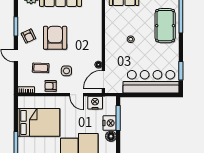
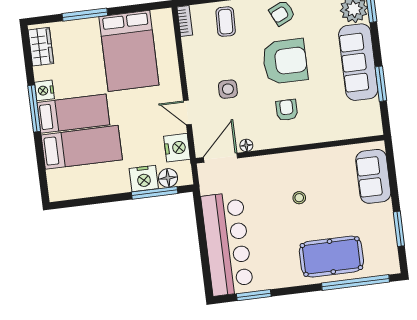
coffee table: (41, 68) -> (226, 22), moved
door: (103, 80) -> (220, 158), hinge flipped
armchair: (51, 86) -> (287, 110), moved
door: (76, 95) -> (187, 113), hinge flipped
floor lamp: (111, 136) -> (168, 178), moved

